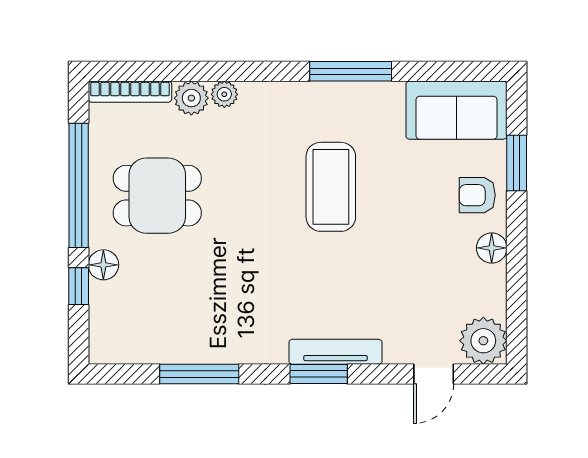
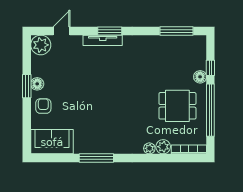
window: (517, 163) -> (27, 86), moved
coffee table: (331, 187) -> (105, 110), removed
armchair: (477, 195) -> (43, 106), turned -90
window: (199, 374) -> (177, 31), moved

